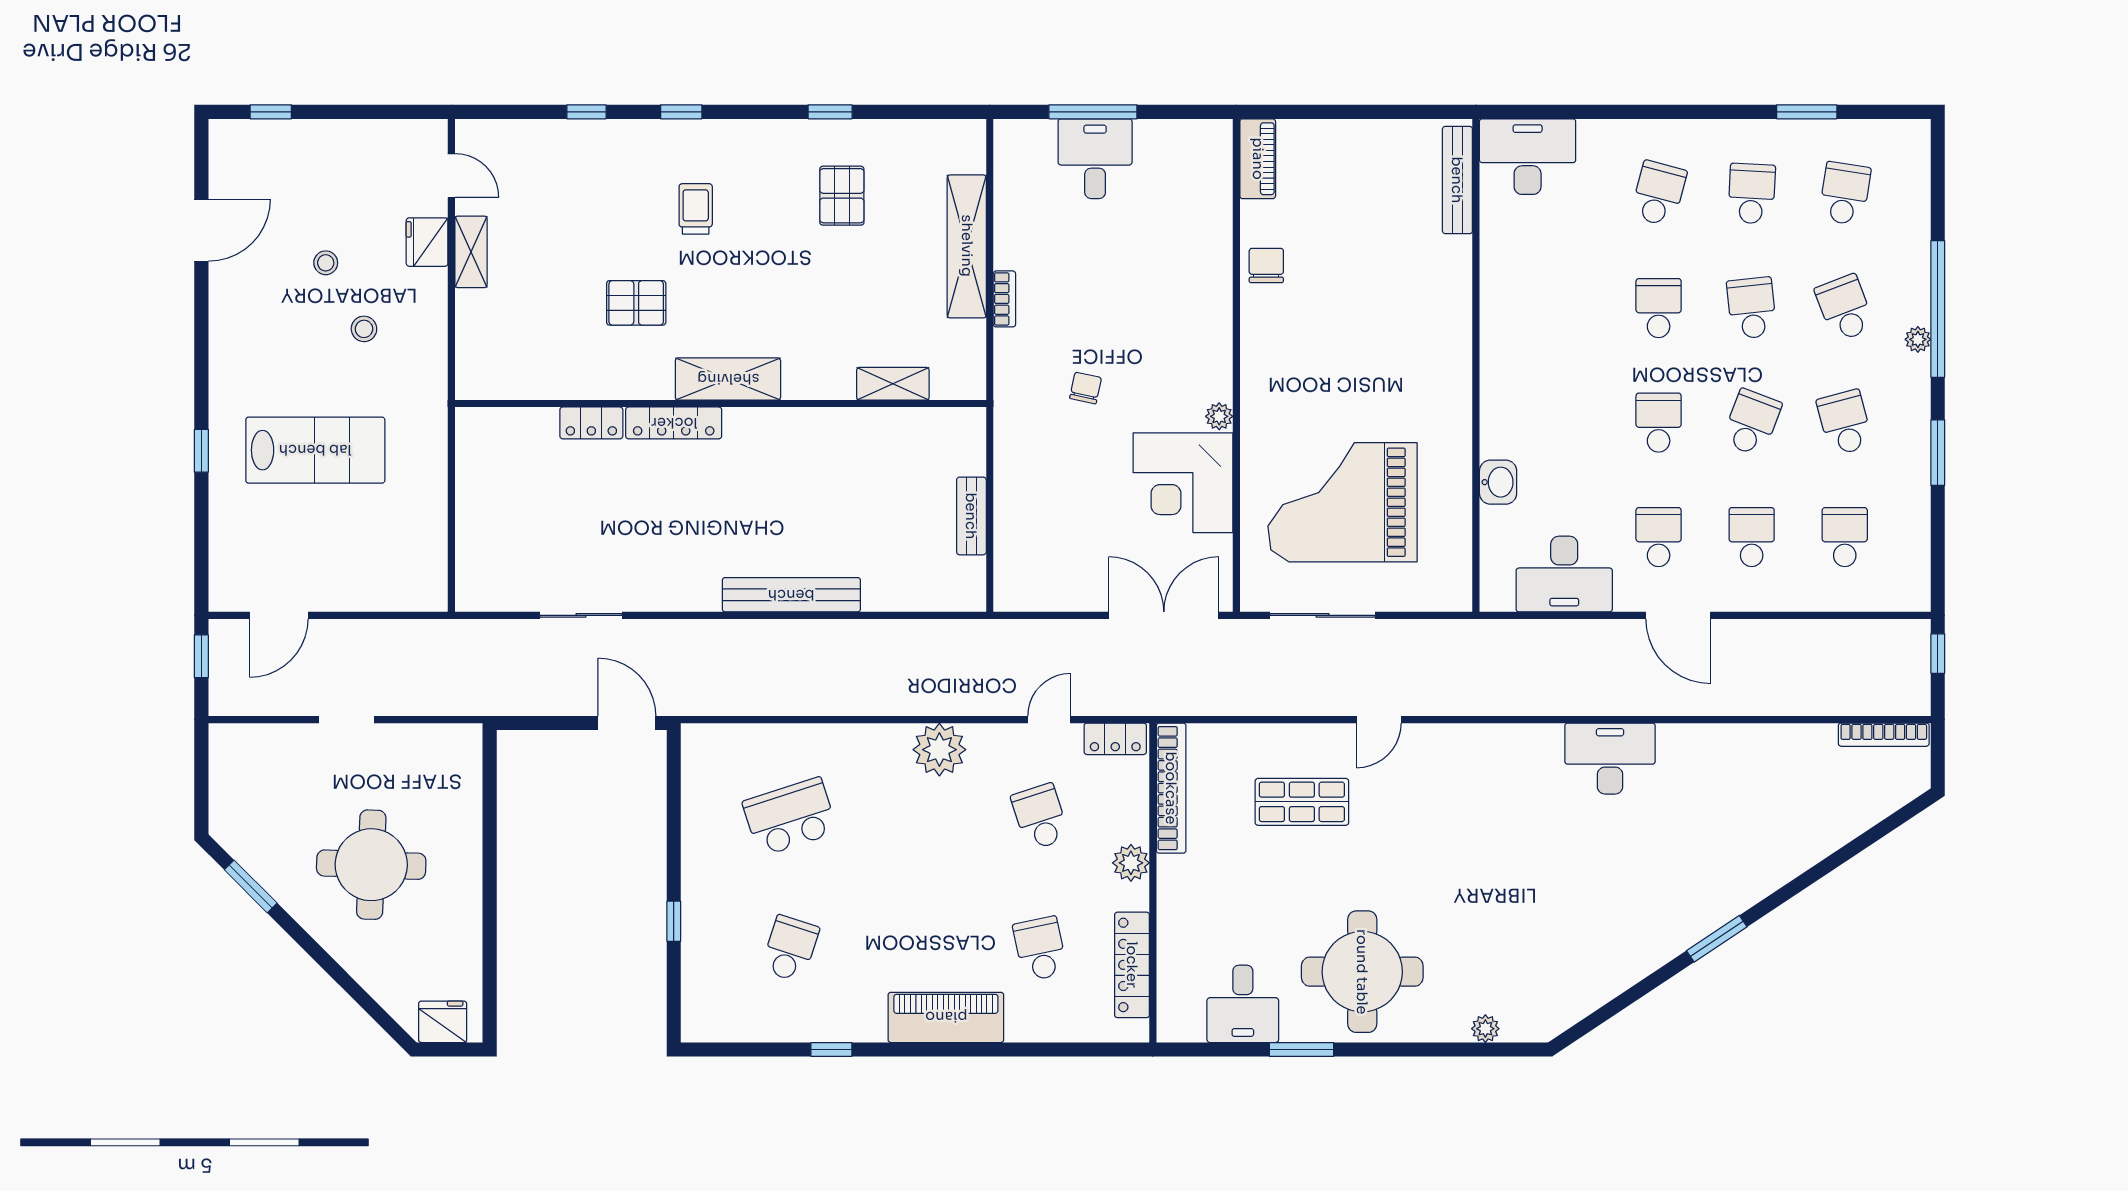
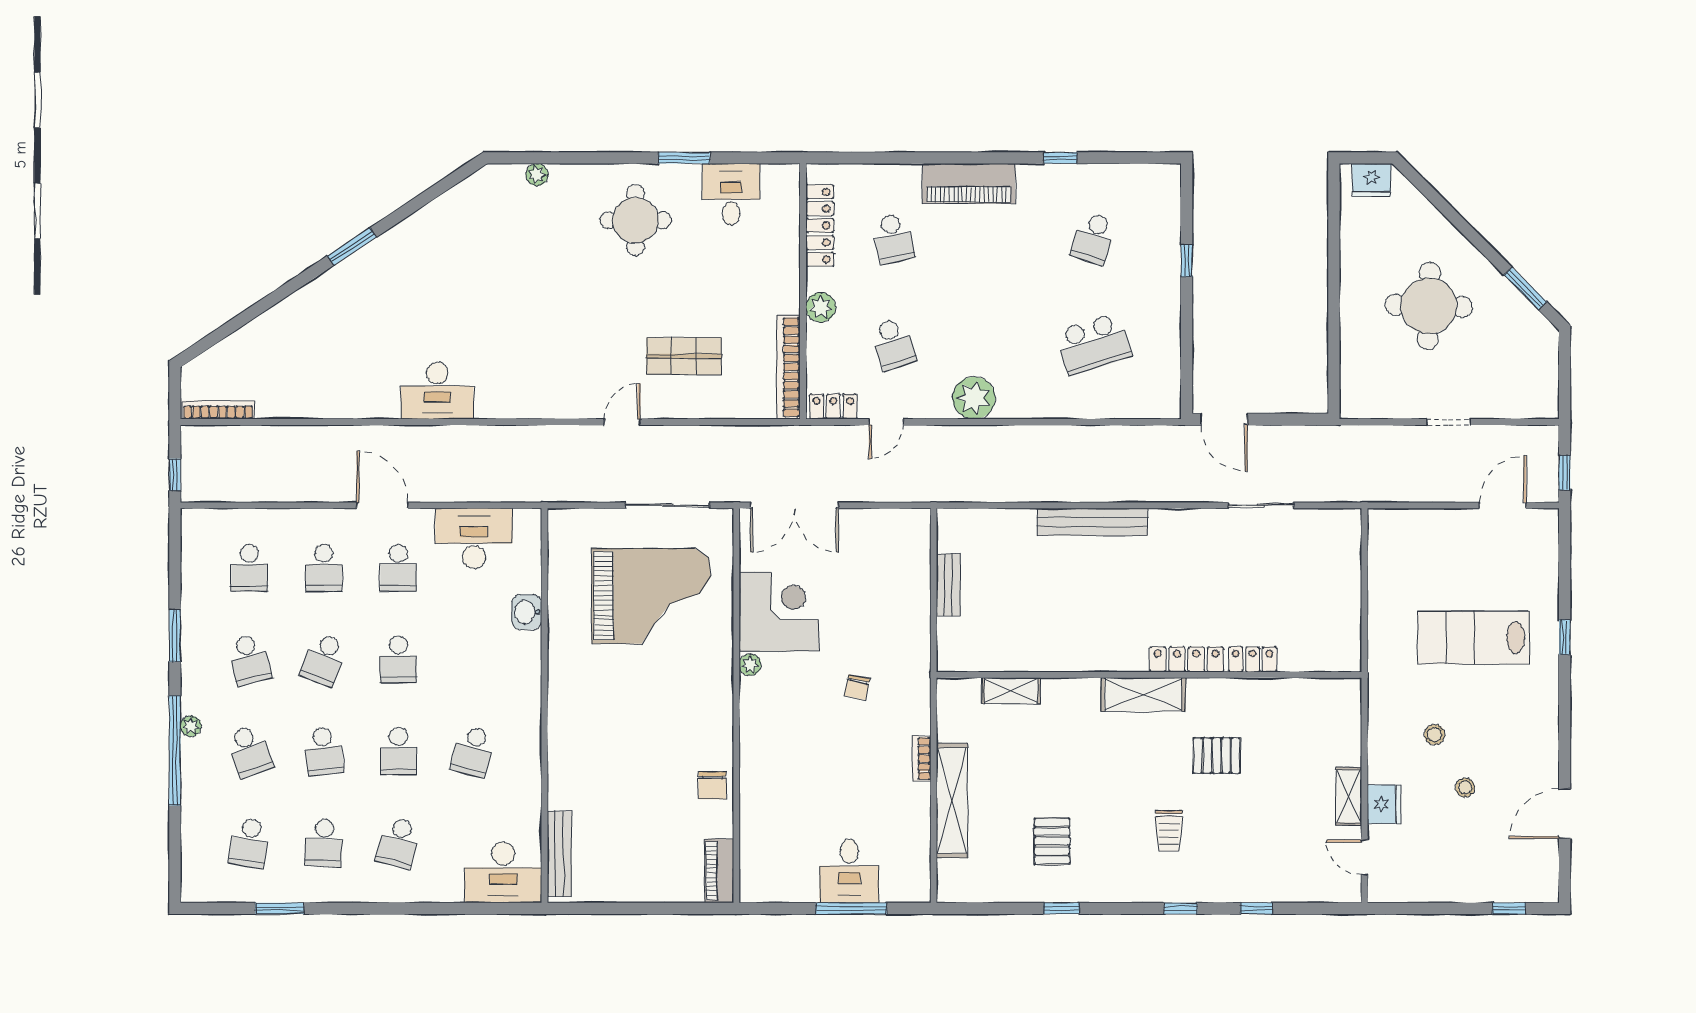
school desk: (1565, 308) -> (473, 751), added
round table: (1362, 972) -> (635, 220), width x0.73, depth x0.73

